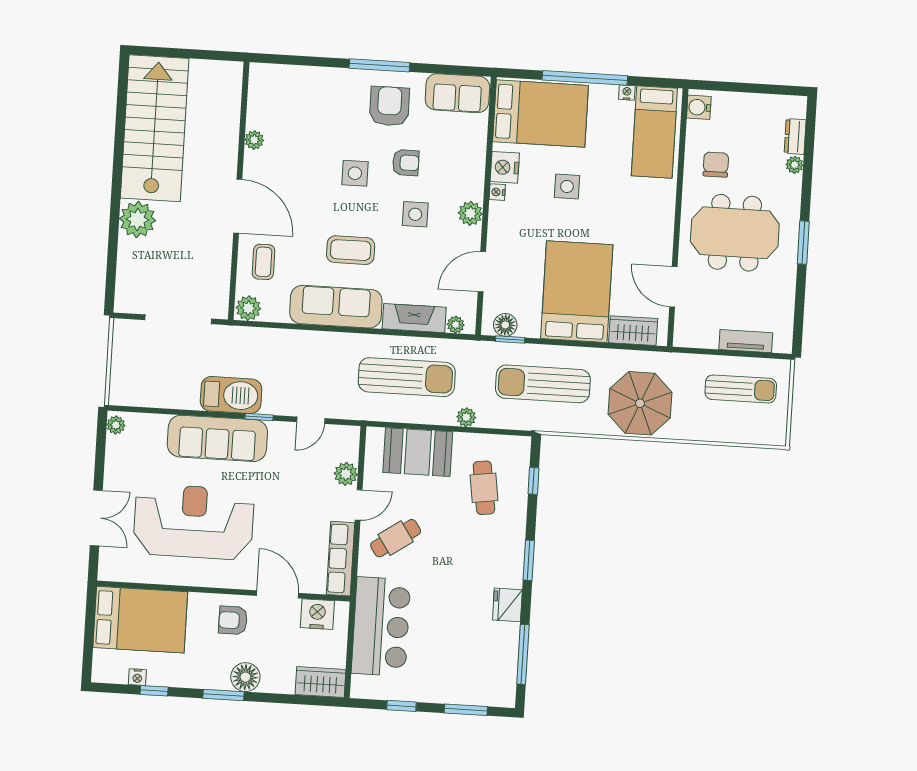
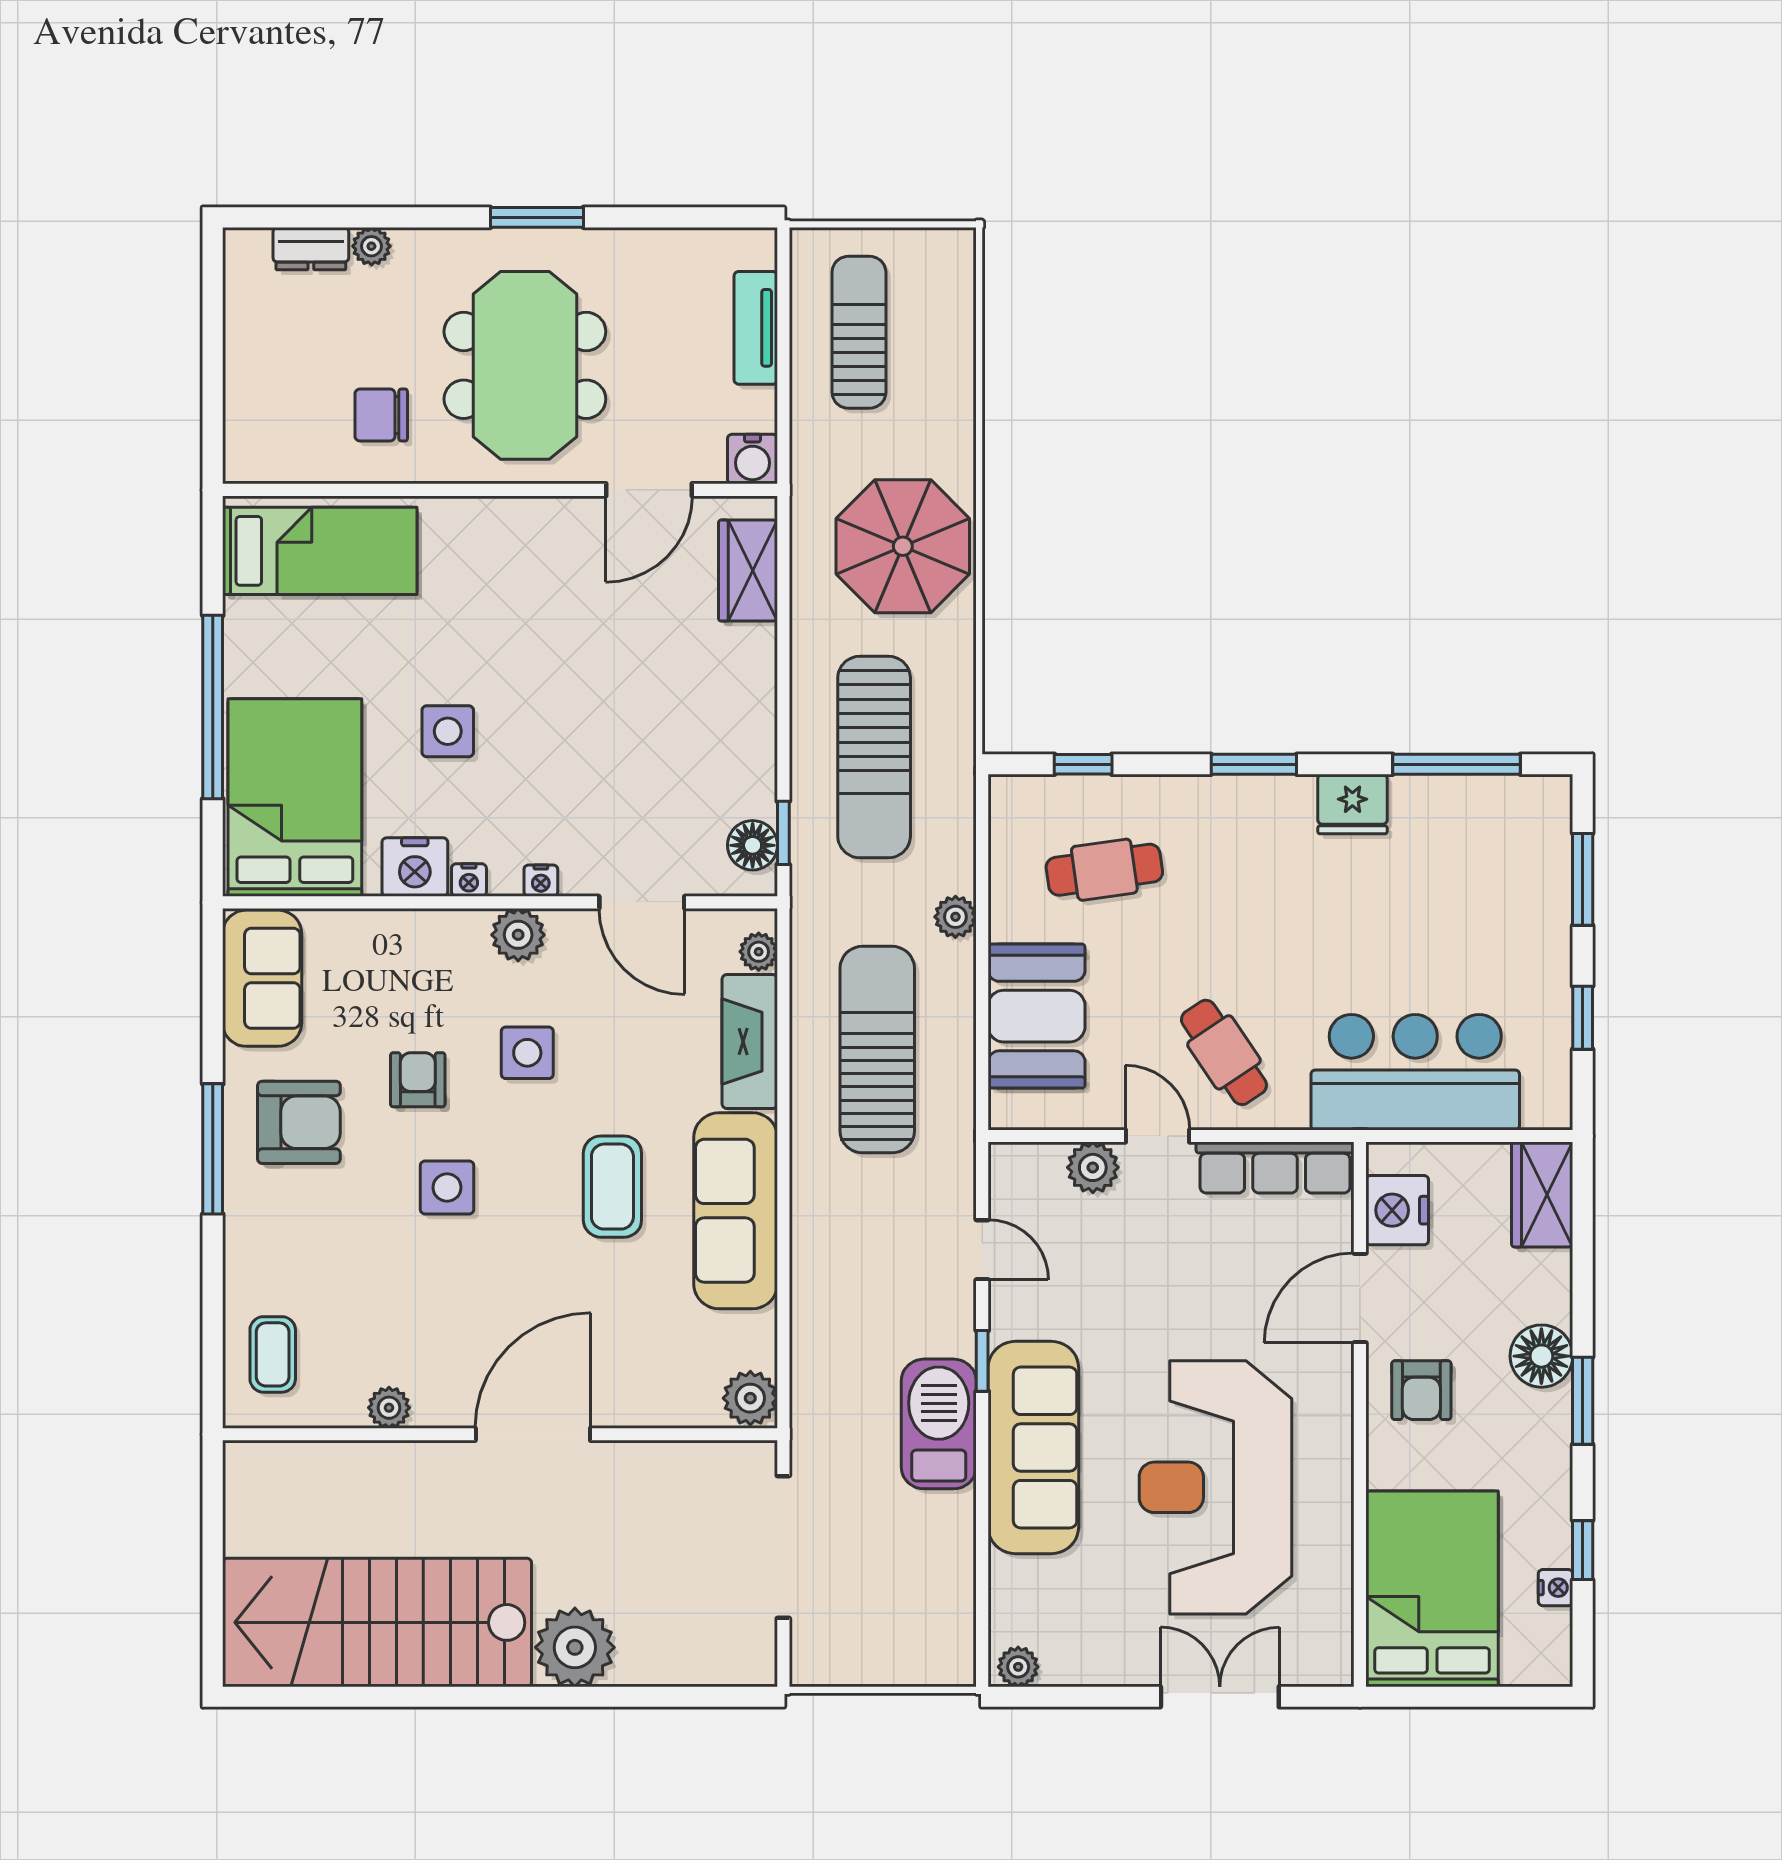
nightstand: (627, 92) -> (541, 881), moved, turned -90
armchair: (389, 106) -> (299, 1122), turned 180
water cooler: (699, 107) -> (752, 459), moved
coffee table: (264, 262) -> (273, 1354), moved, turned 90
bed: (577, 292) -> (672, 696), removed

